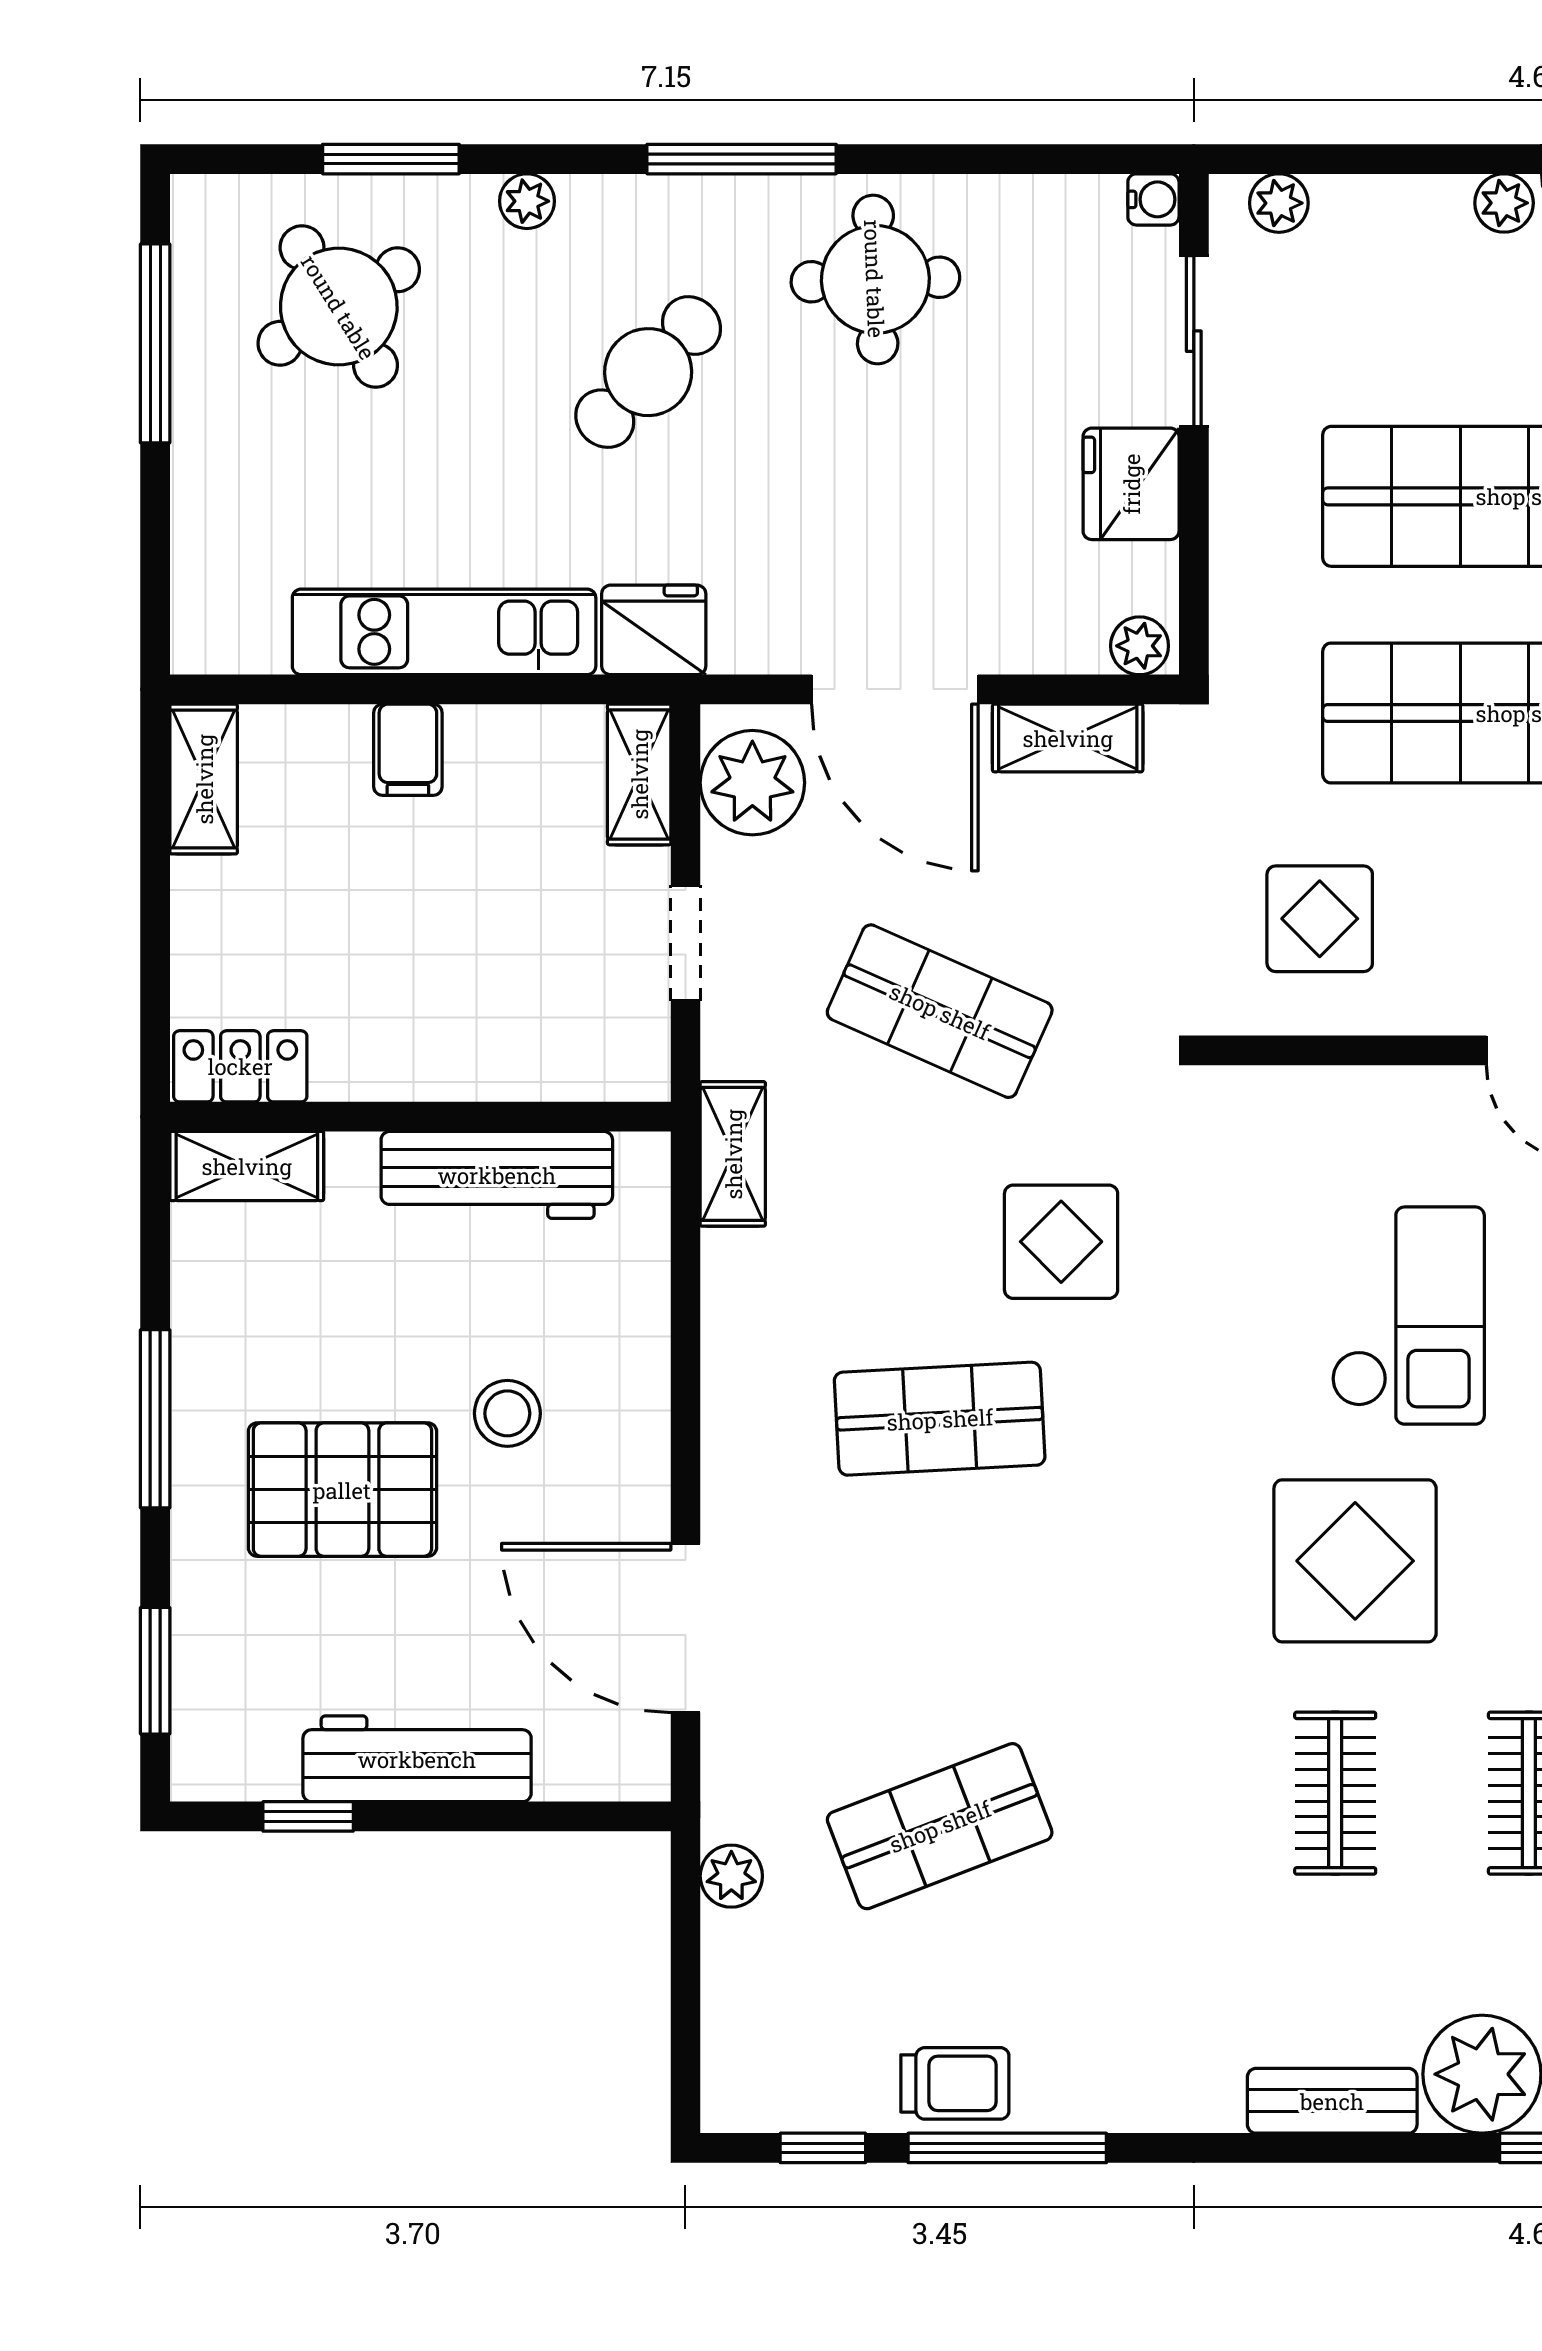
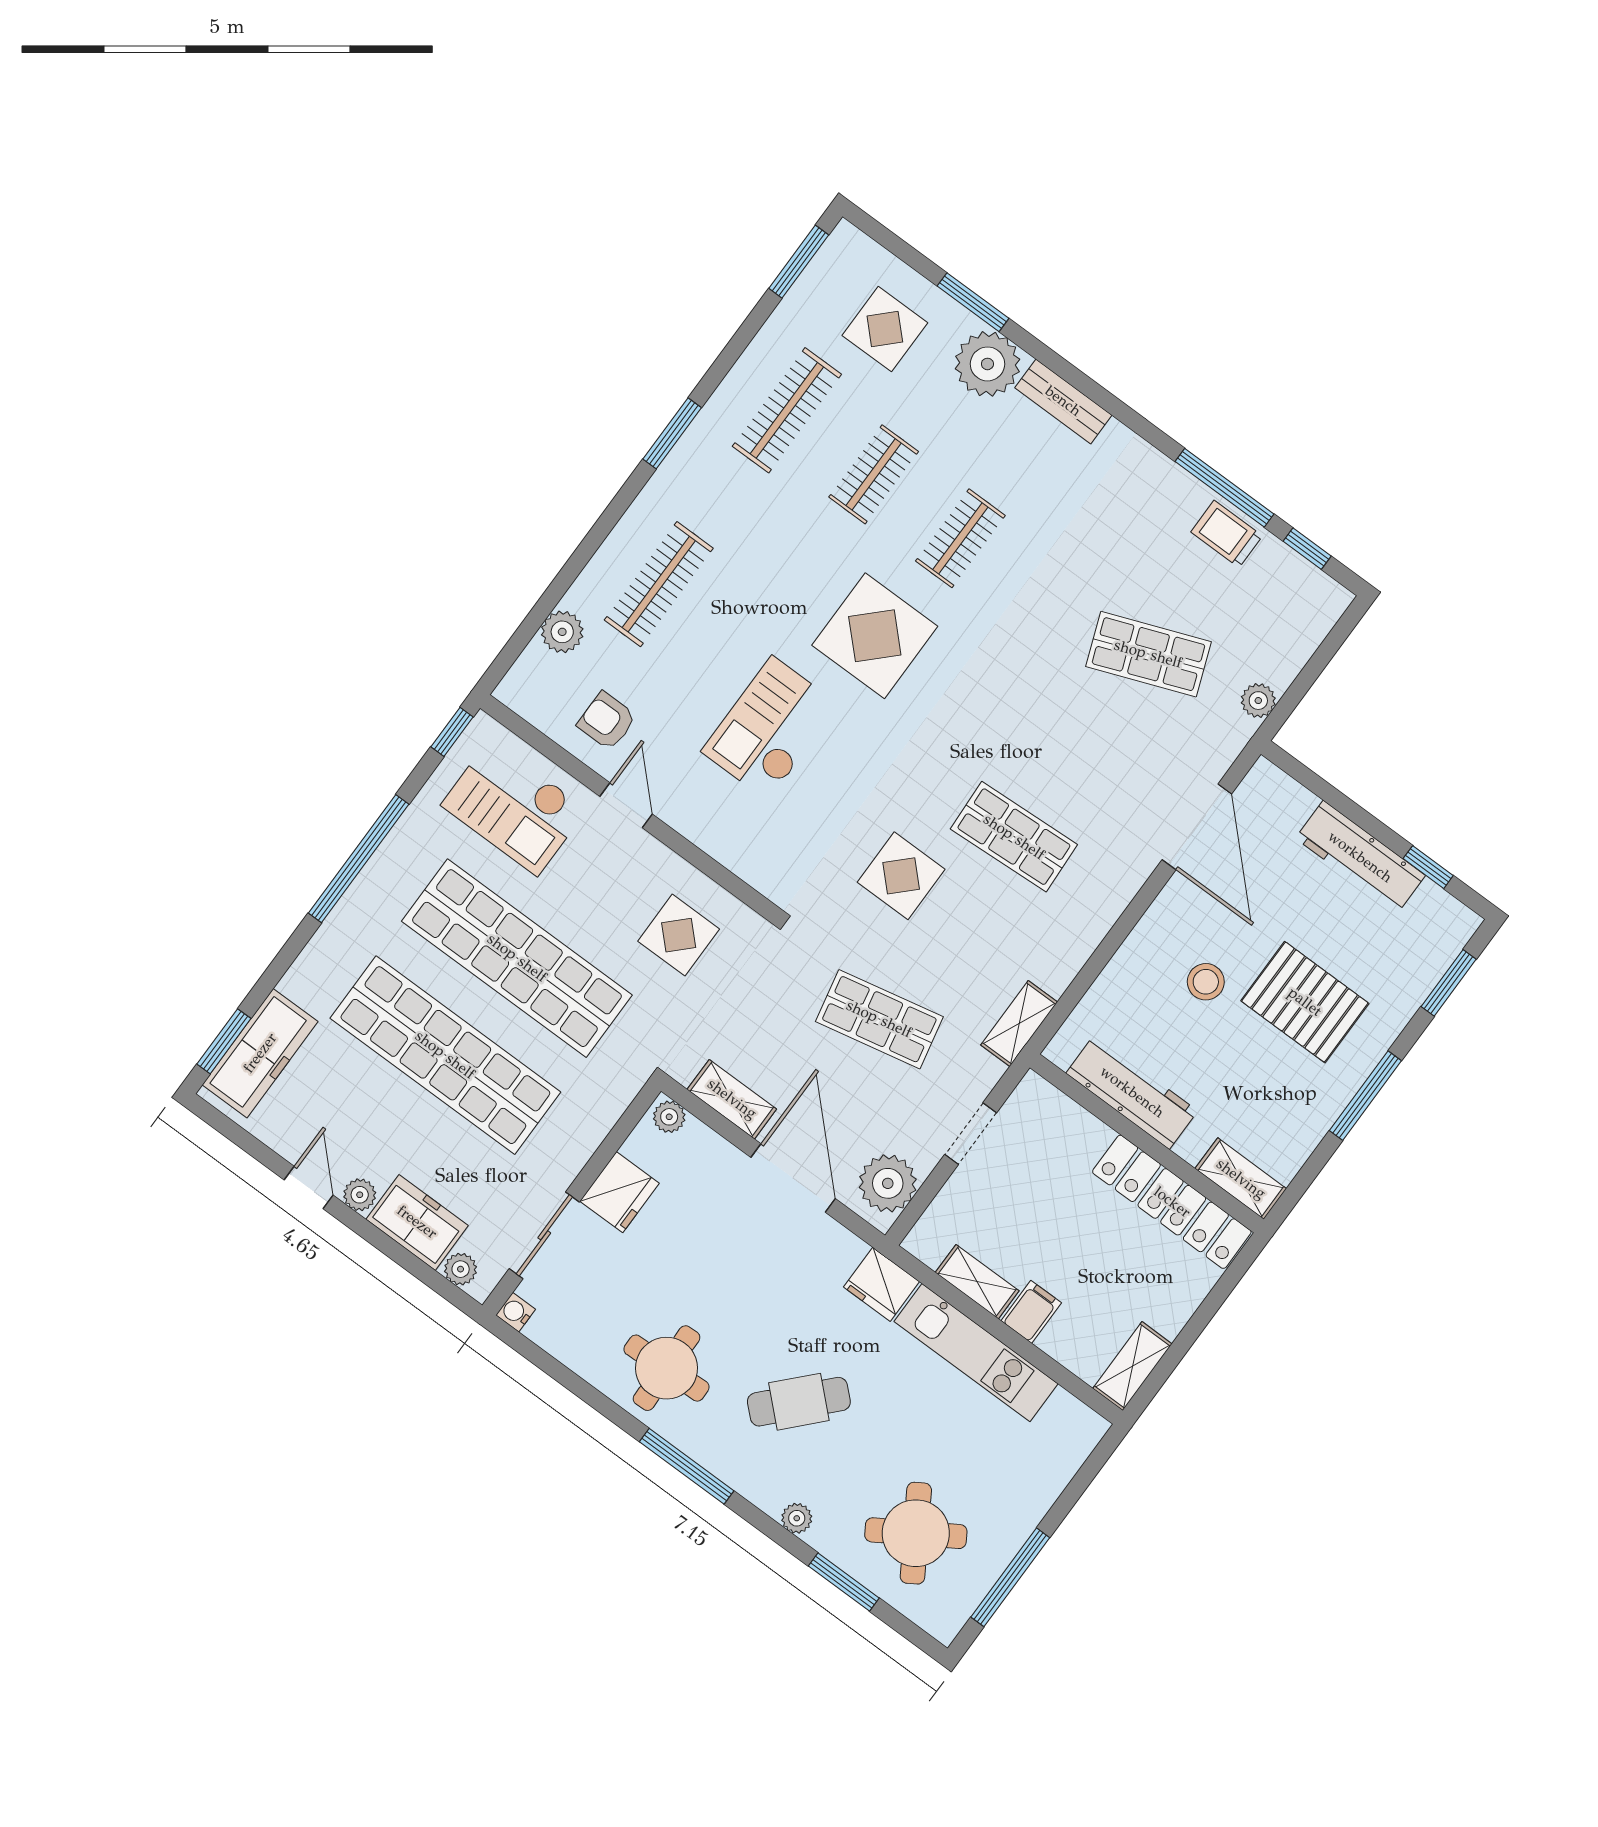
freezer: (1391, 224) -> (417, 1222), added
shelving: (639, 774) -> (977, 1282), moved, turned 90
shop shelf: (940, 1011) -> (879, 1019), turned -36
locker: (240, 1066) -> (1172, 1202), width x2.16, depth x1.21

